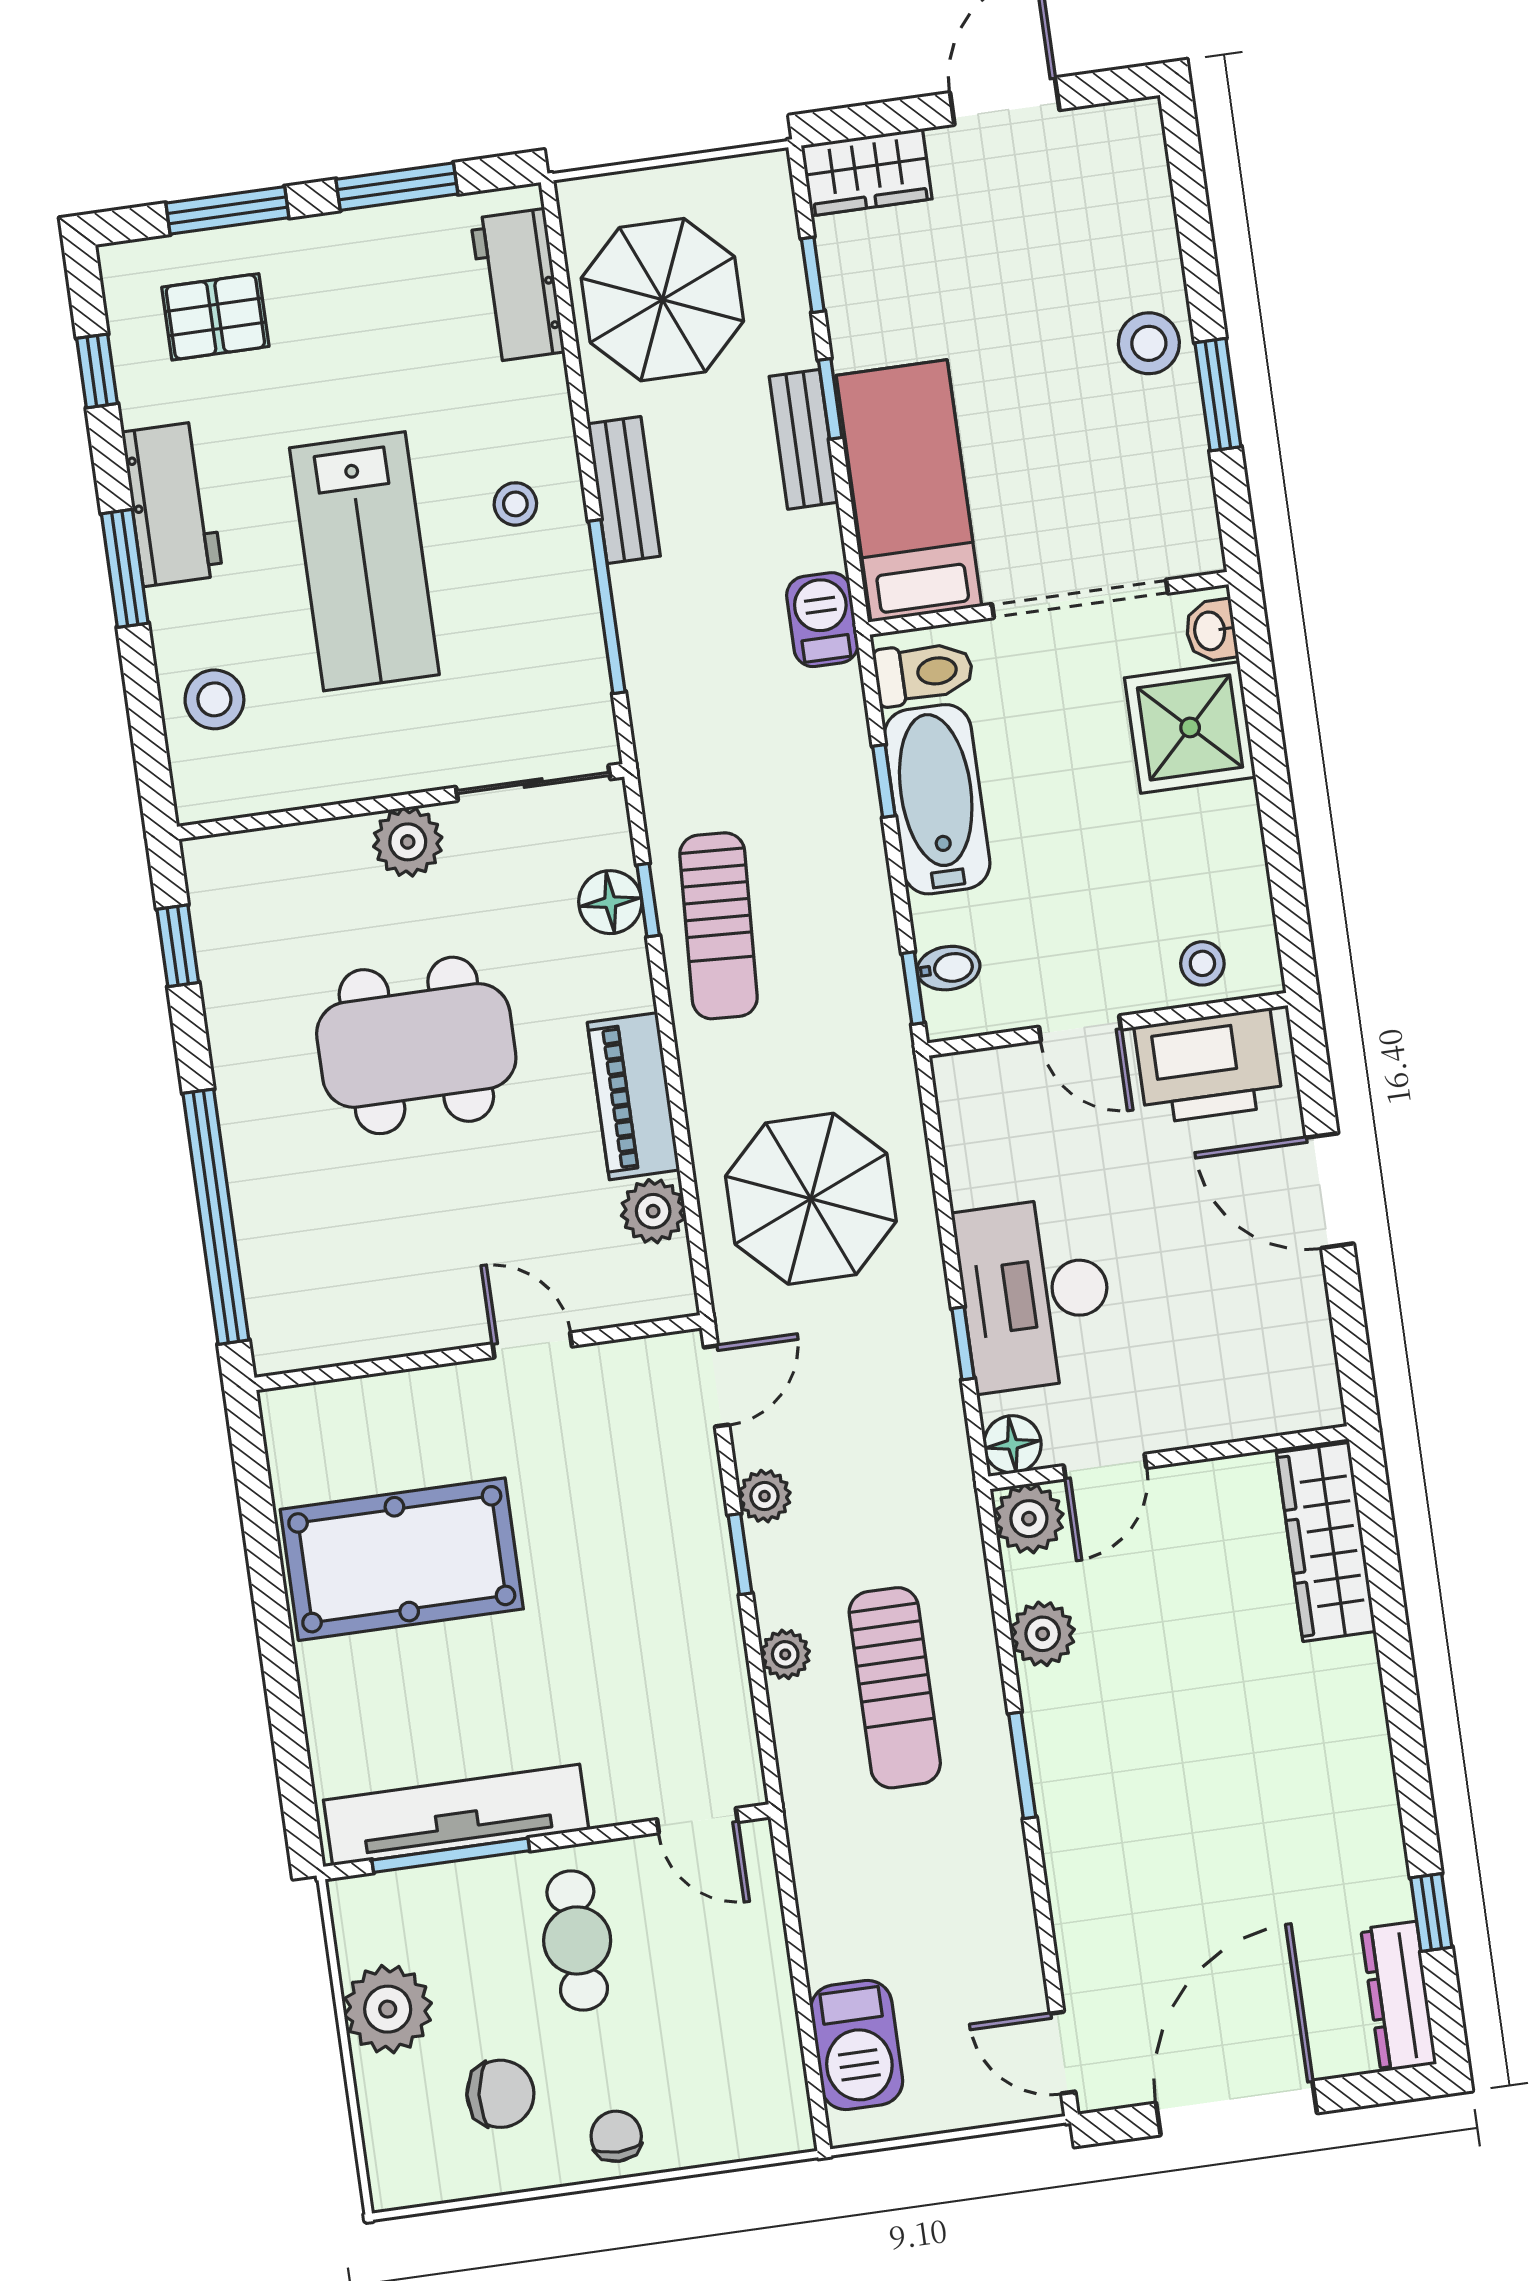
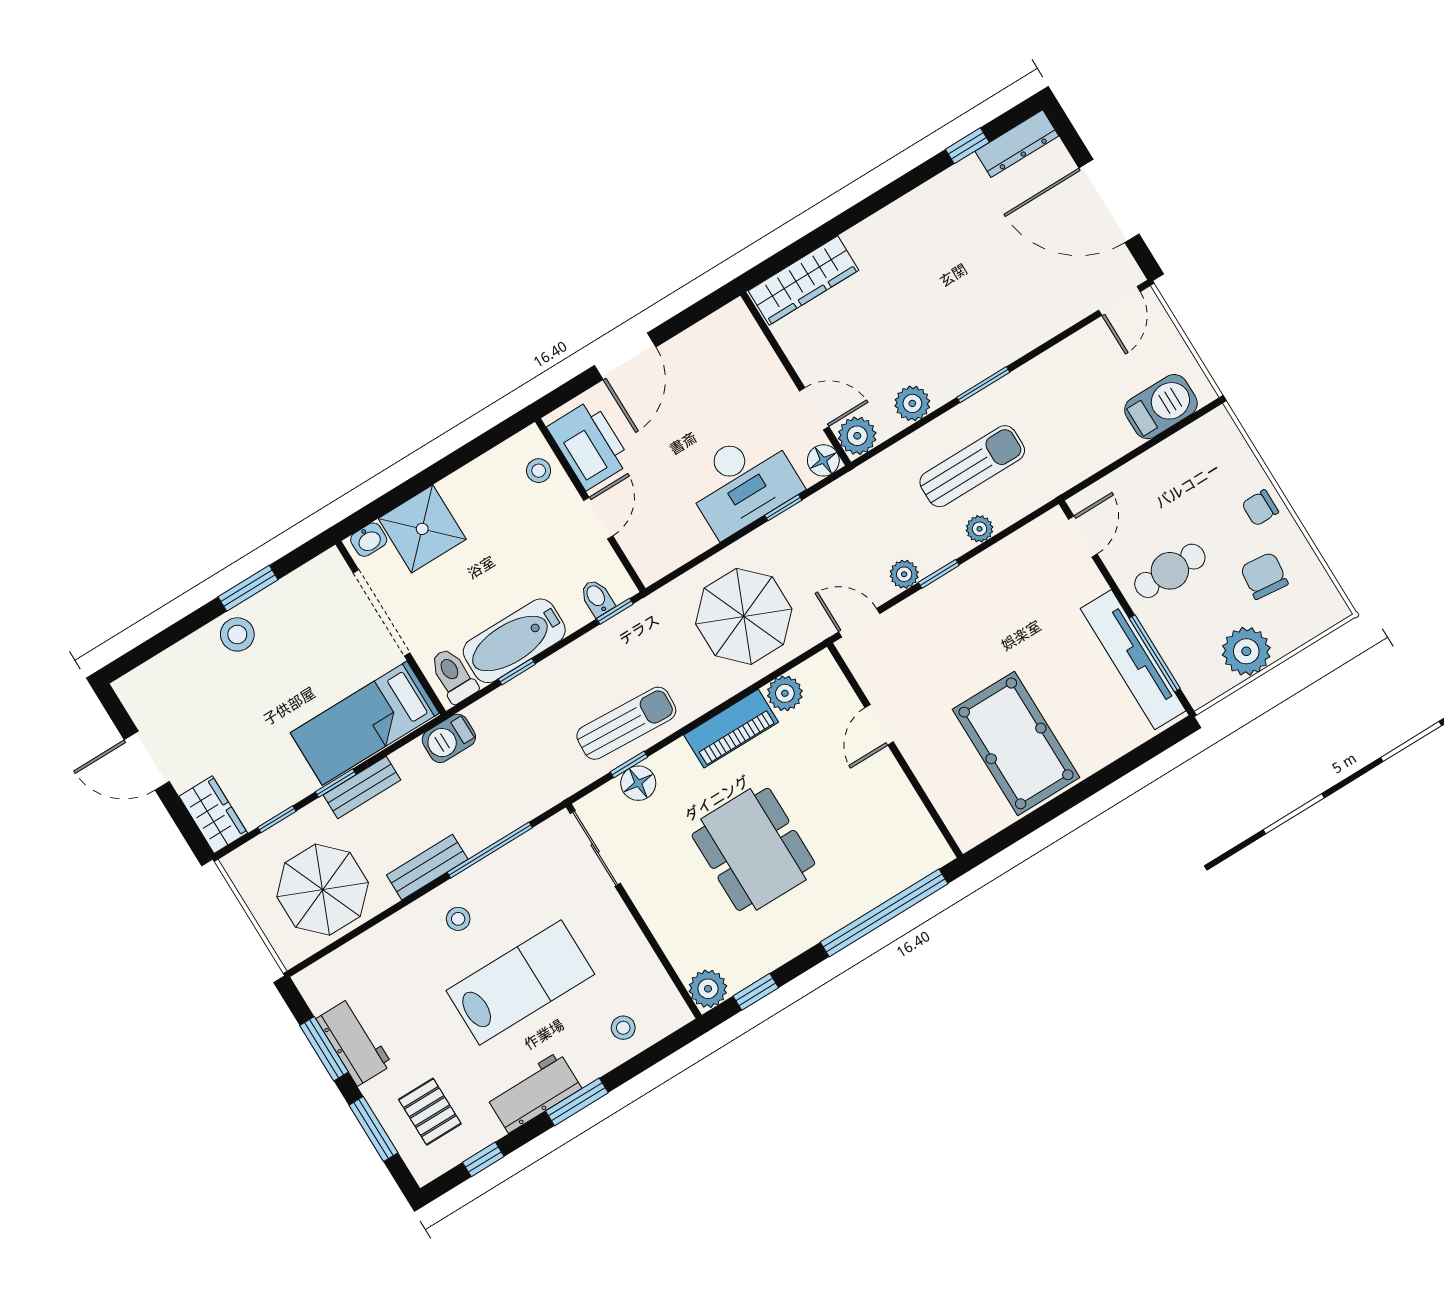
workbench: (518, 285) -> (354, 1042), moved, turned -90
stool: (214, 699) -> (623, 1028), width x0.73, depth x0.73
plant: (408, 842) -> (708, 989), moved

